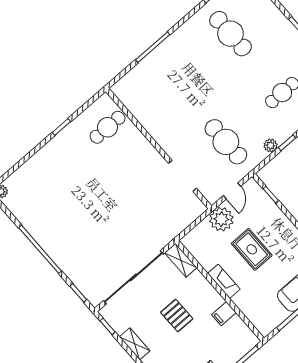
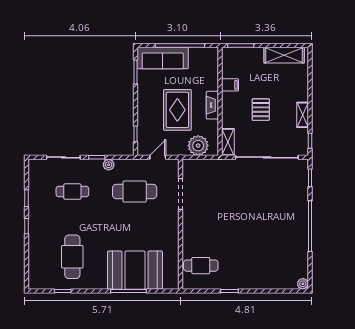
booth: (163, 71) -> (135, 270), added
cafe table: (226, 142) -> (135, 192), turned 90
plant: (221, 219) -> (198, 146), moved
rug: (252, 249) -> (177, 110), width x1.36, depth x1.43

